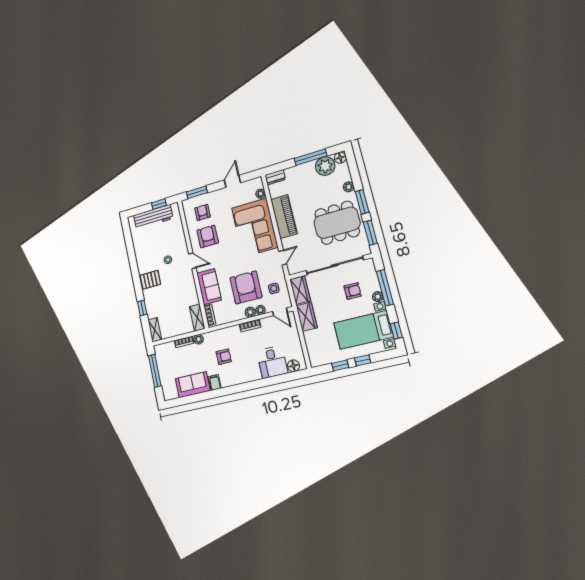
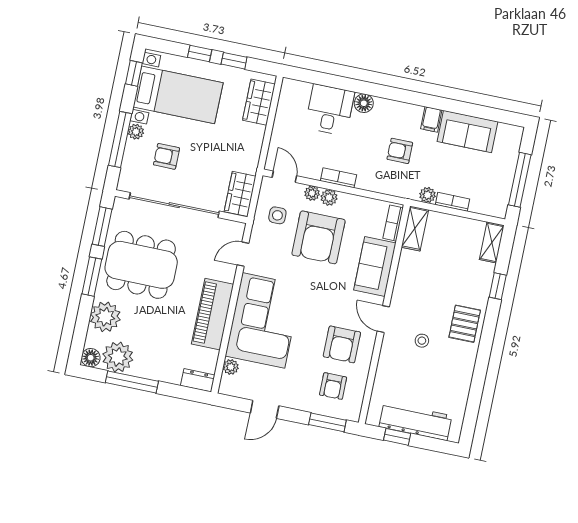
plant: (349, 187) -> (105, 317), width x1.87, depth x1.87
pallet: (150, 280) -> (465, 324), turned 90
wardrobe: (307, 317) -> (259, 102), moved
floor lamp: (293, 366) -> (364, 103), moved

